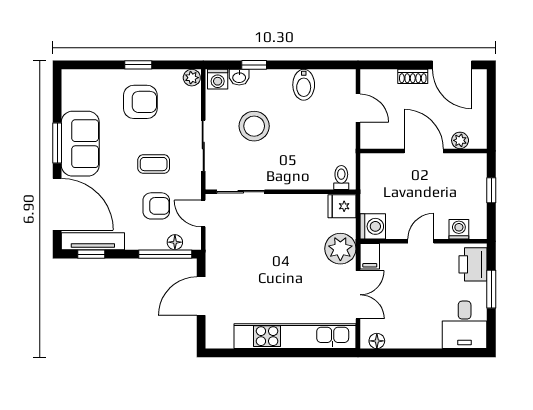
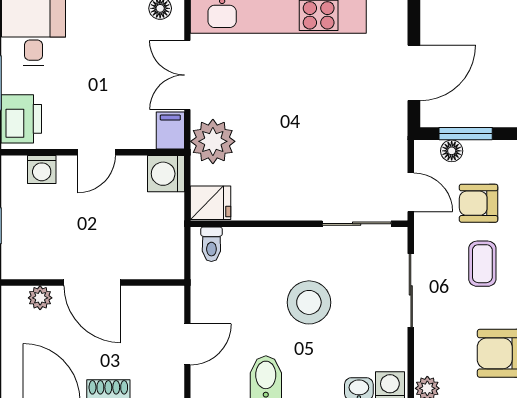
door: (358, 108) -> (187, 344), swing flipped
stool: (254, 126) -> (309, 302), moved
coffee table: (154, 164) -> (482, 264), turned 90
window: (165, 254) -> (466, 134), width x0.69

